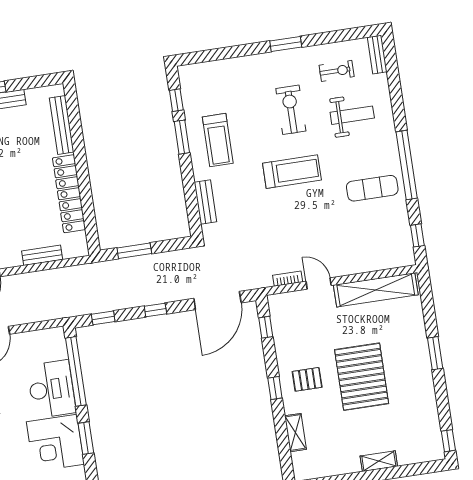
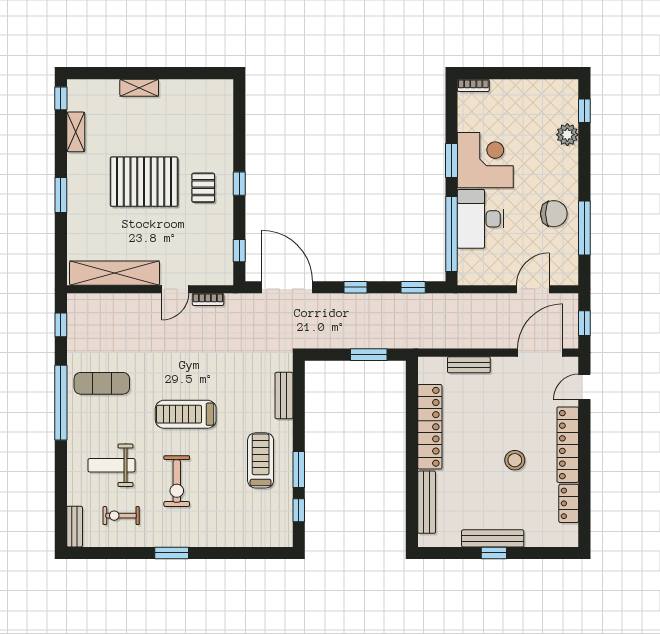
door: (319, 283) -> (175, 289), hinge flipped
door: (217, 301) -> (287, 287), hinge flipped
pallet: (362, 377) -> (144, 182), turned 90
pallet: (307, 379) -> (203, 188), turned 90
shelving: (296, 433) -> (76, 132), moved

